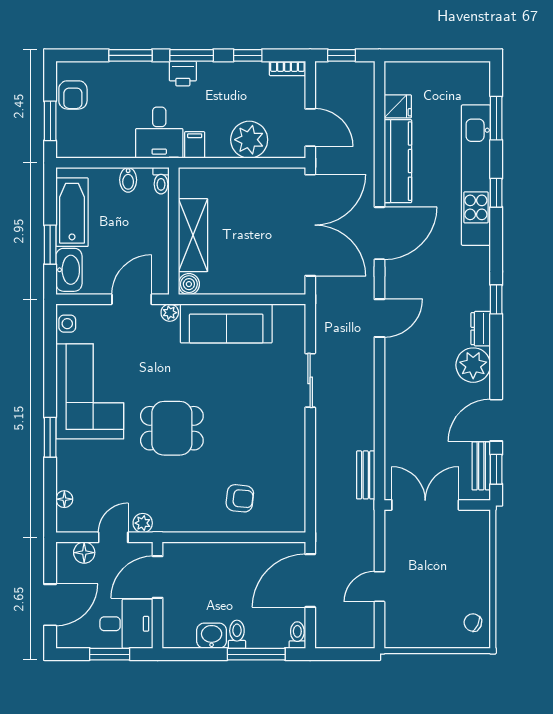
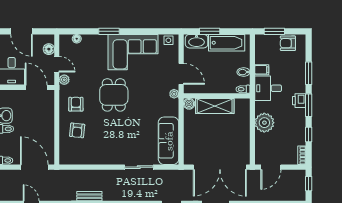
plant: (249, 140) -> (264, 123), moved
filing cabinet: (195, 145) -> (262, 70), moved
sofa: (226, 323) -> (169, 141), moved
armchair: (190, 501) -> (76, 104), added

